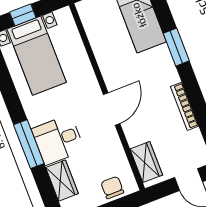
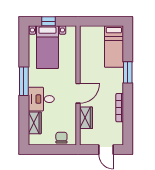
window: (29, 144) -> (24, 81), moved
wardrobe: (146, 162) -> (86, 118), moved

